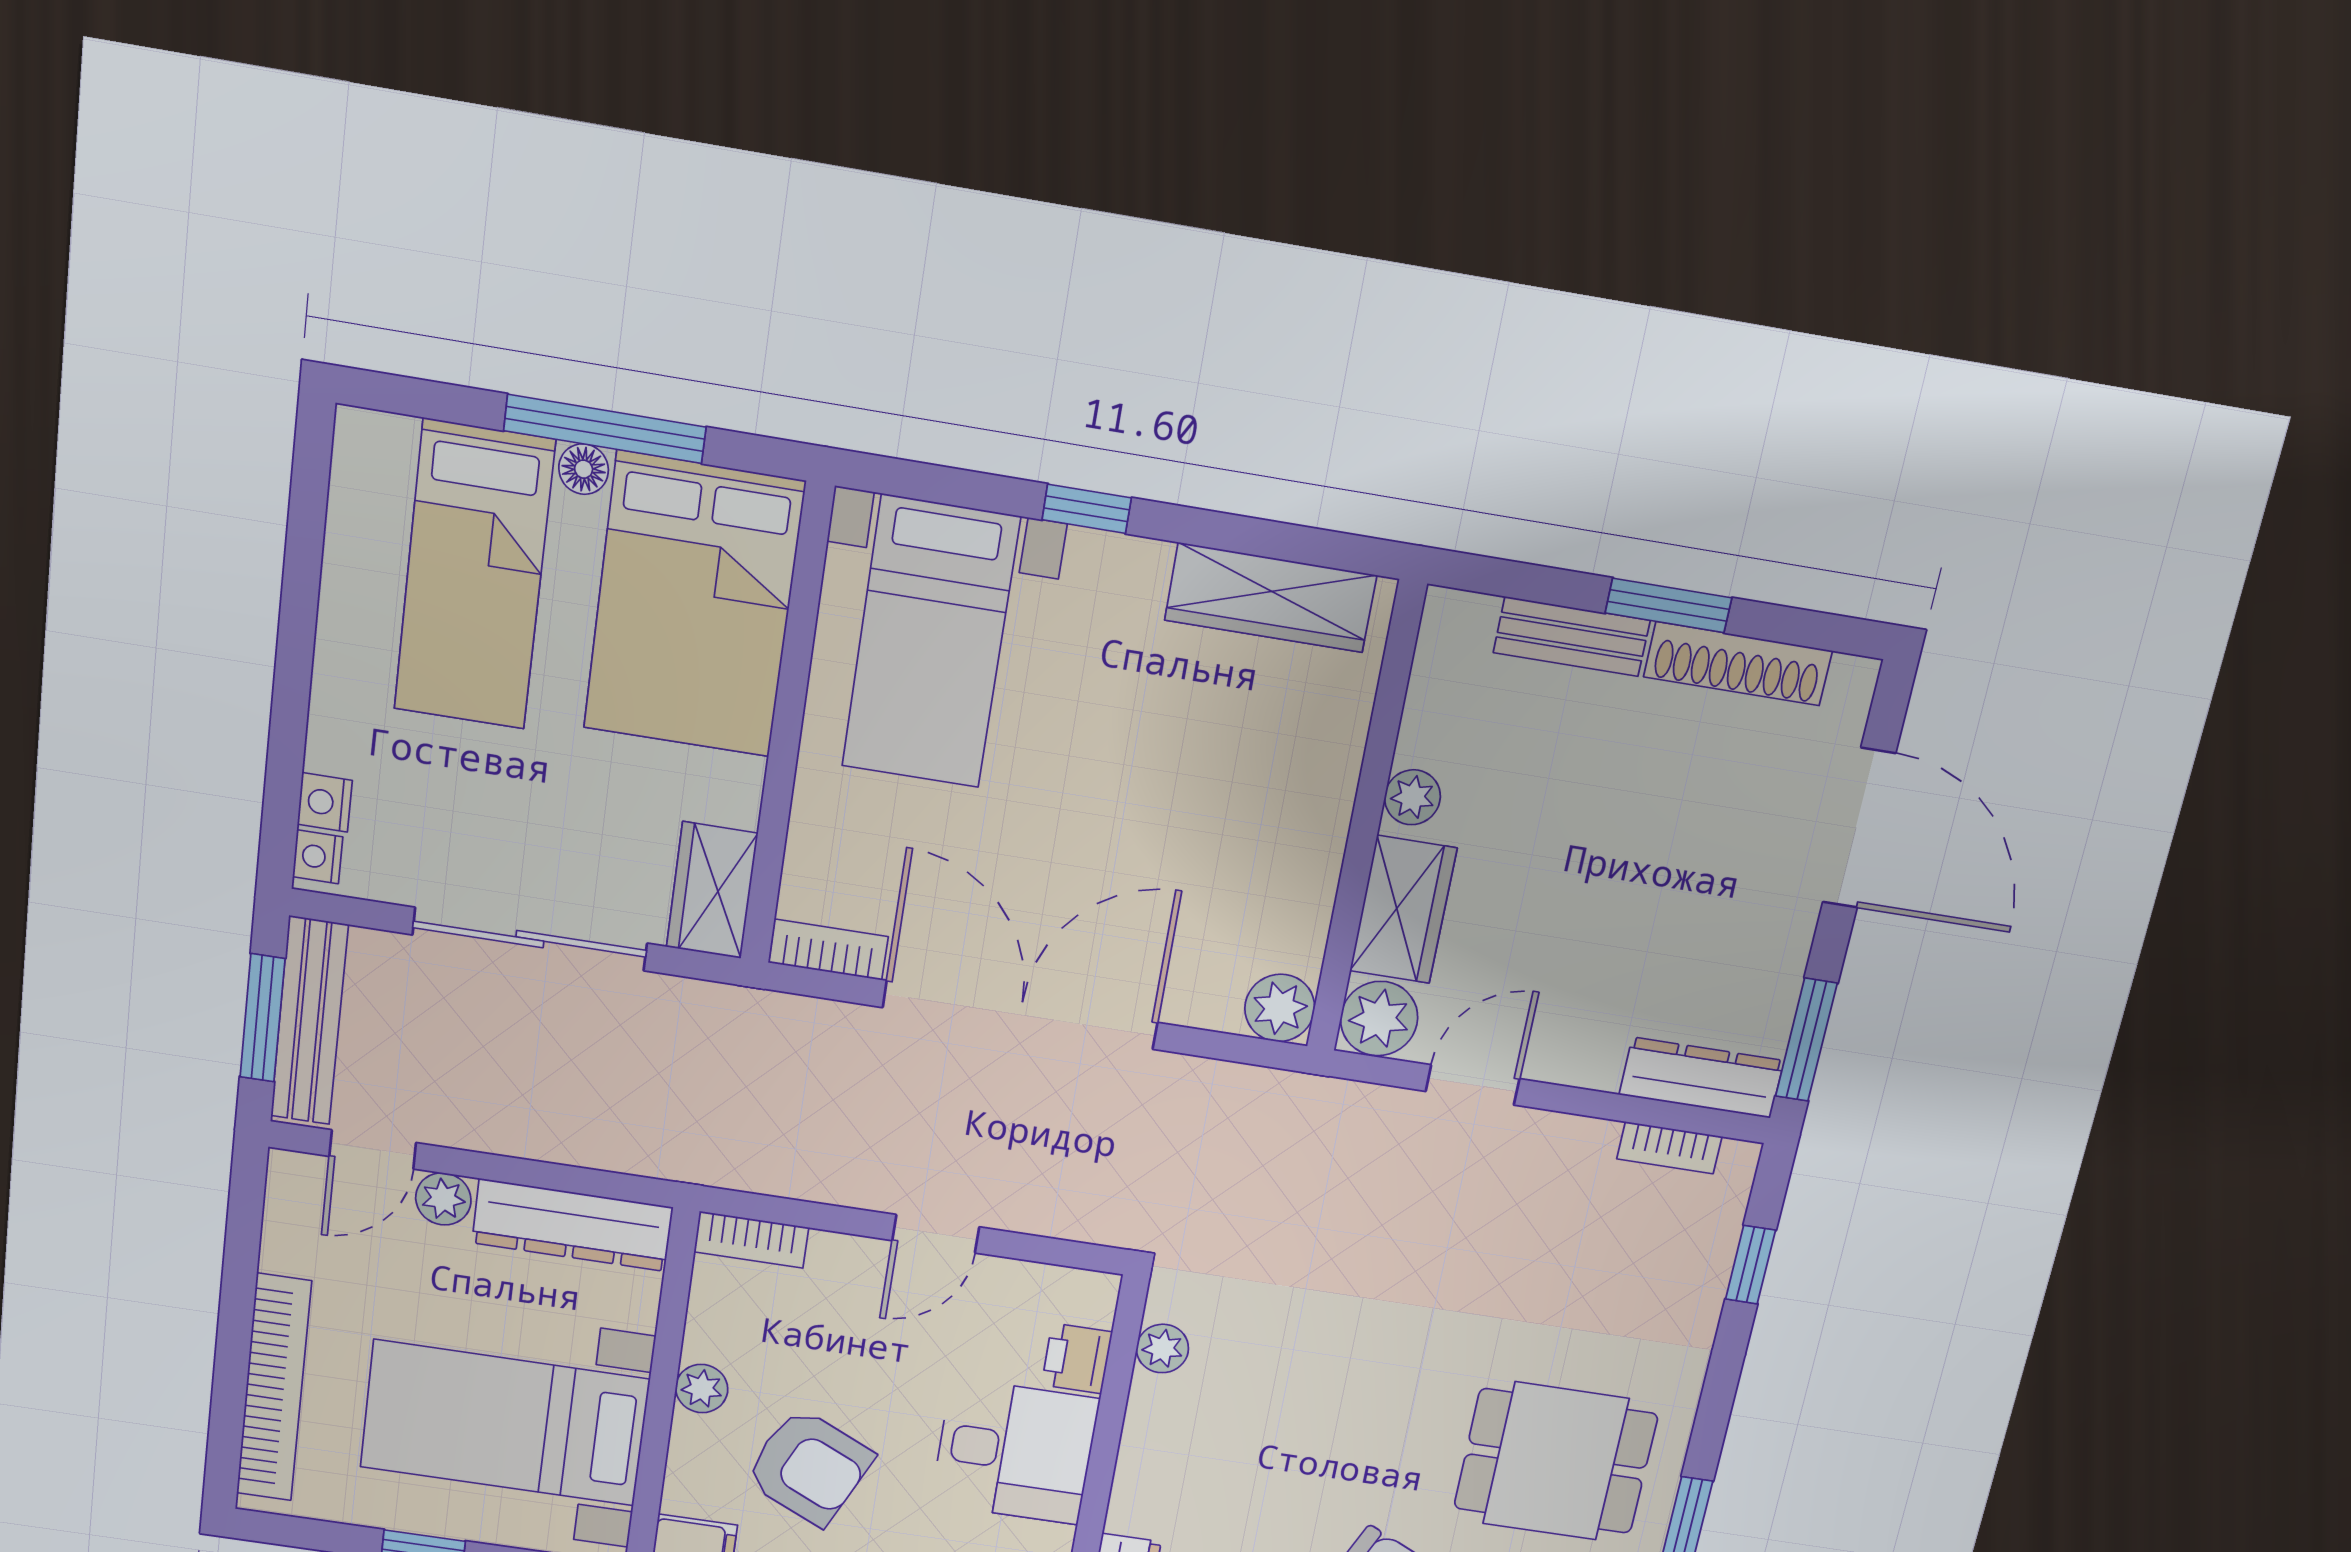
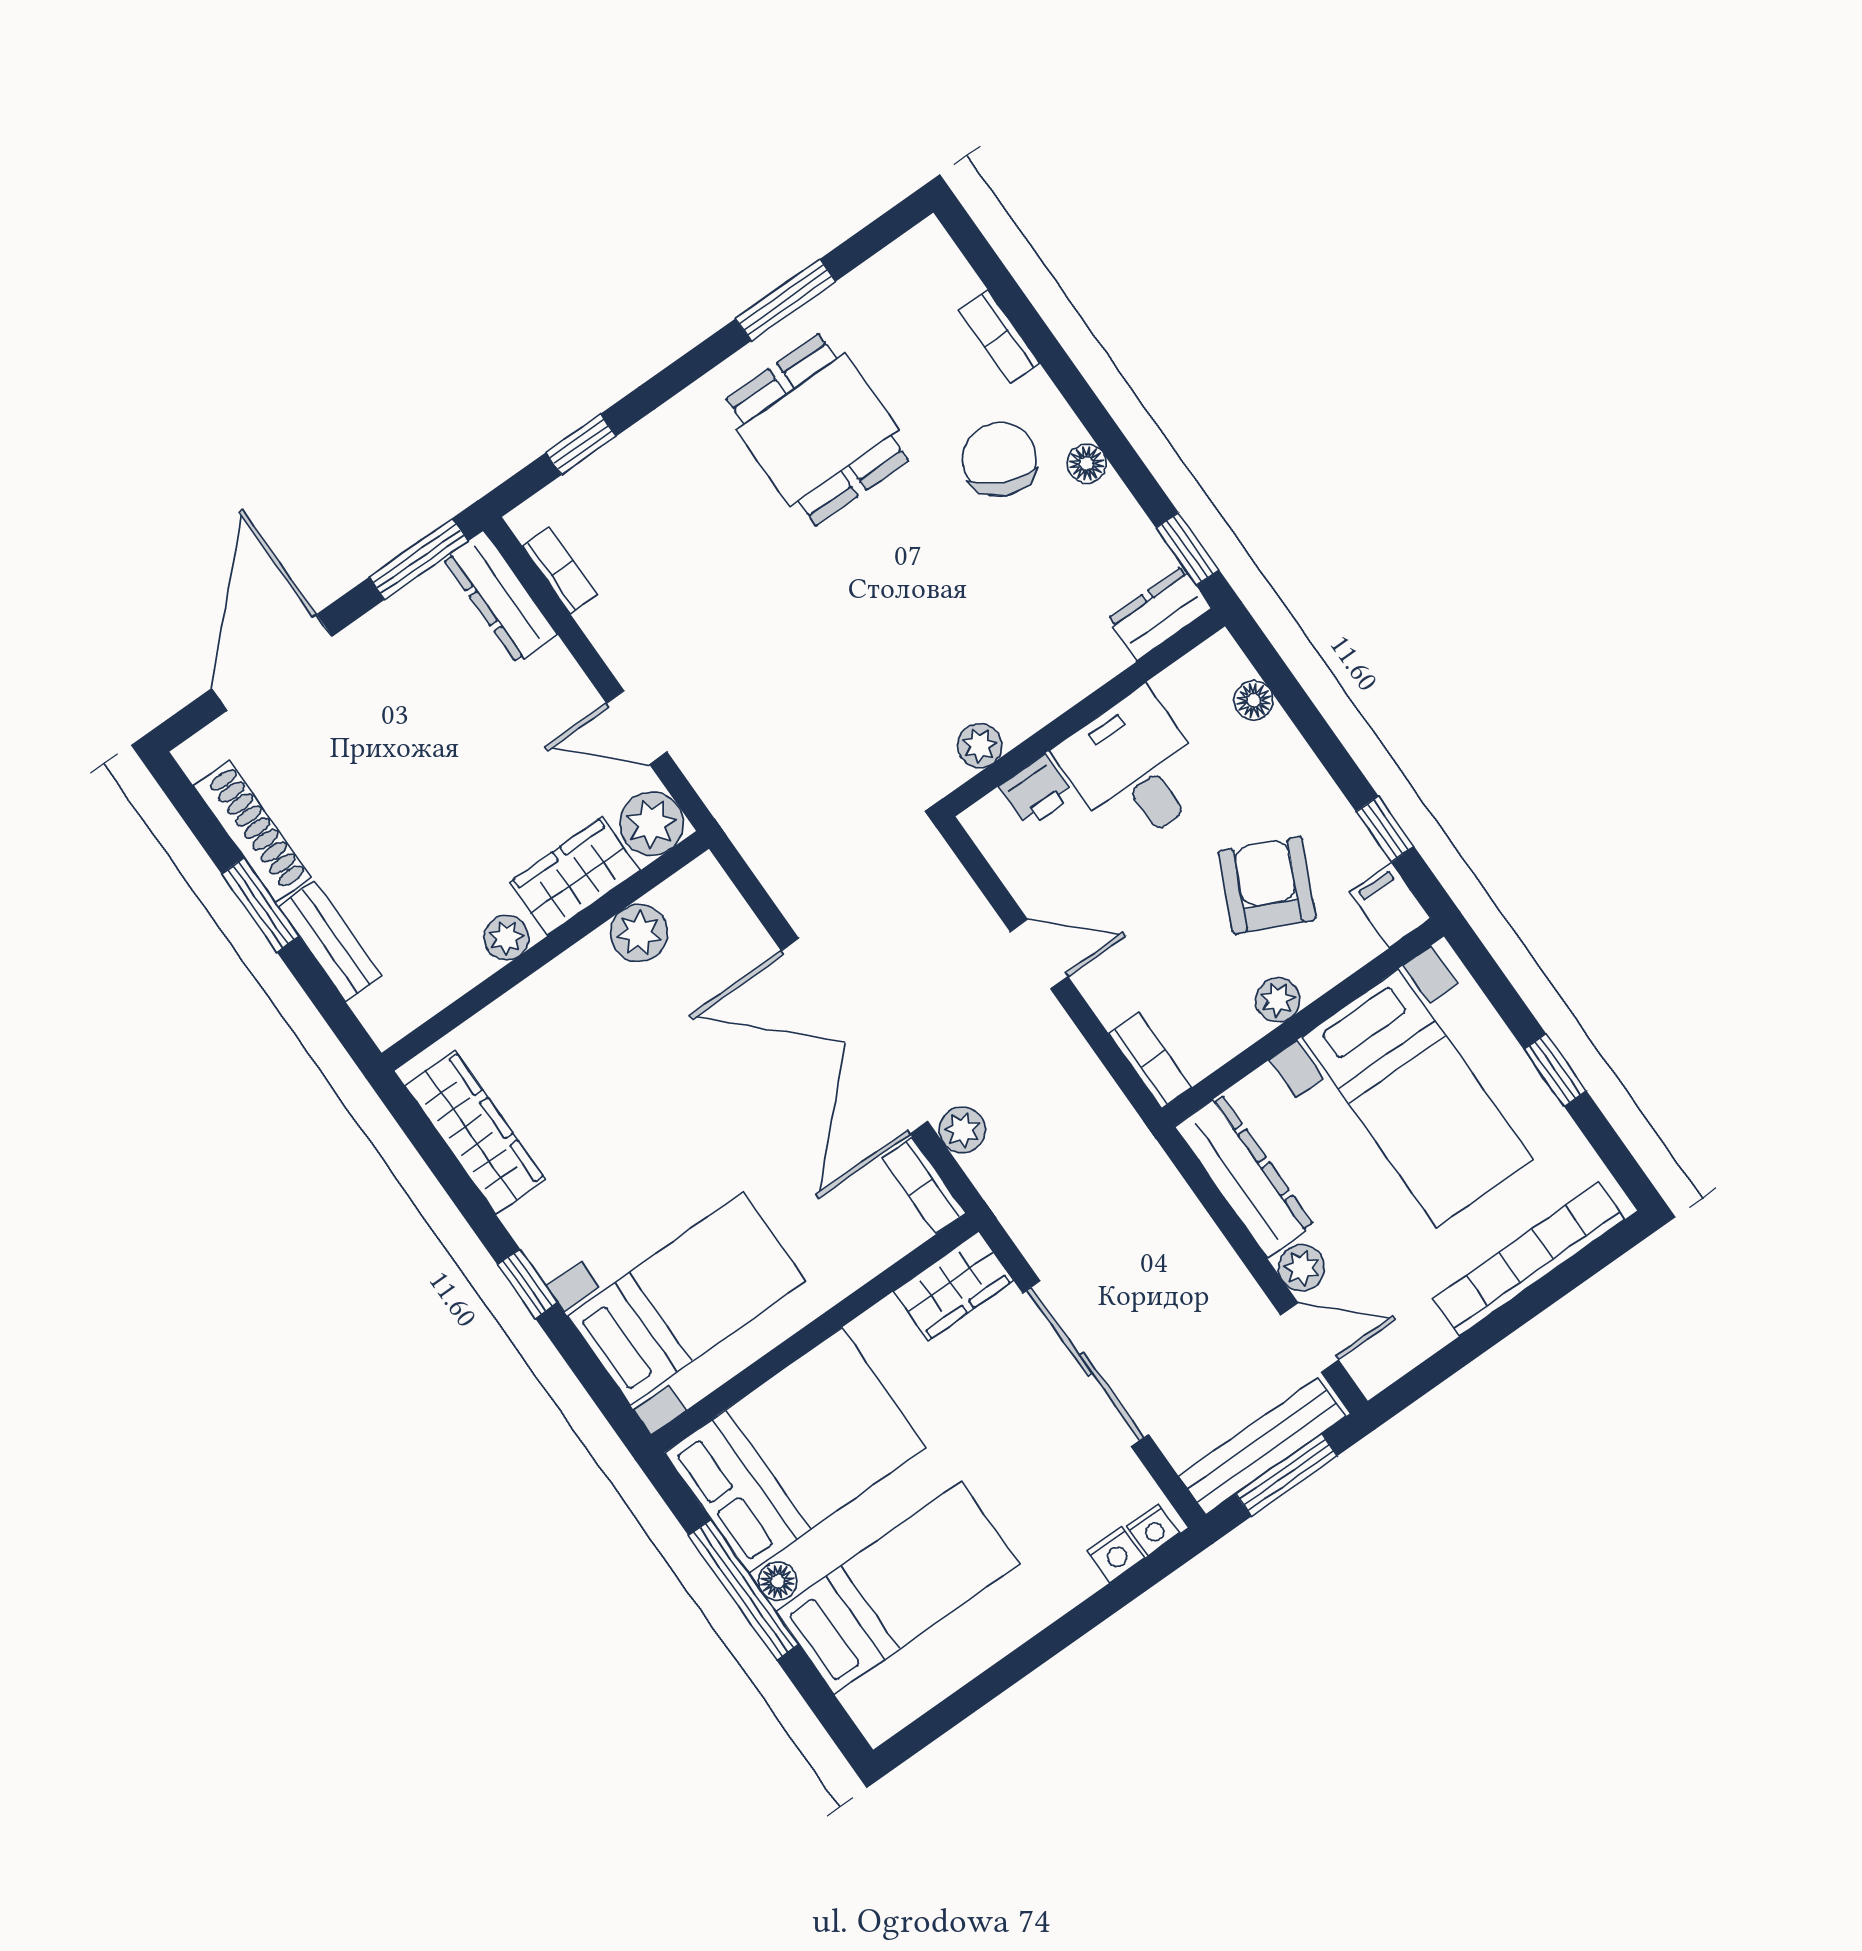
plant: (1280, 1008) -> (639, 933), moved
plant: (846, 1029) -> (962, 1130), added

